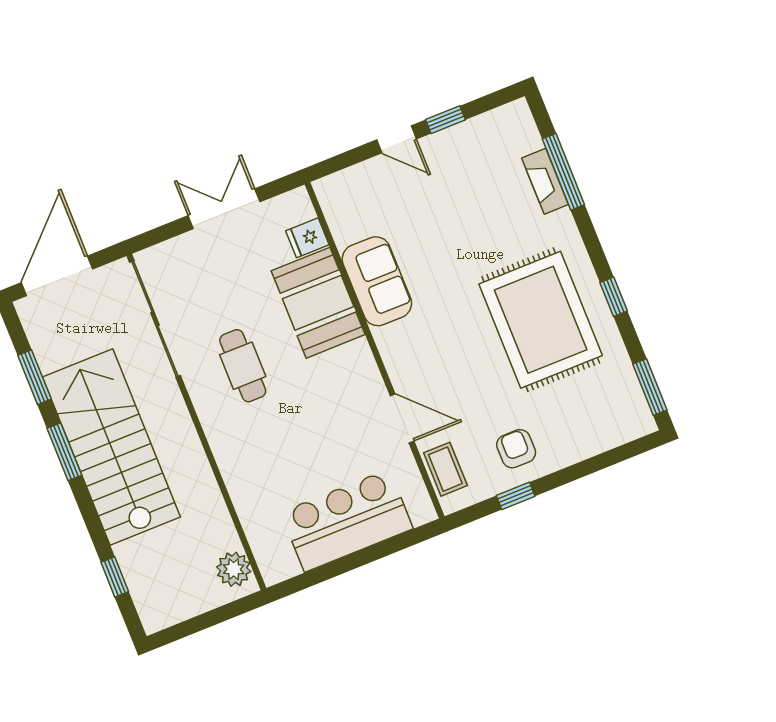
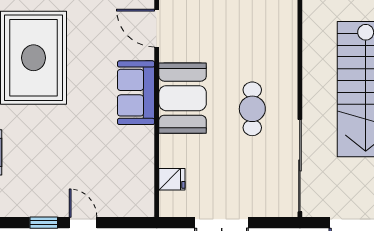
sofa: (377, 281) -> (136, 93), moved
booth: (318, 303) -> (183, 98), moved

